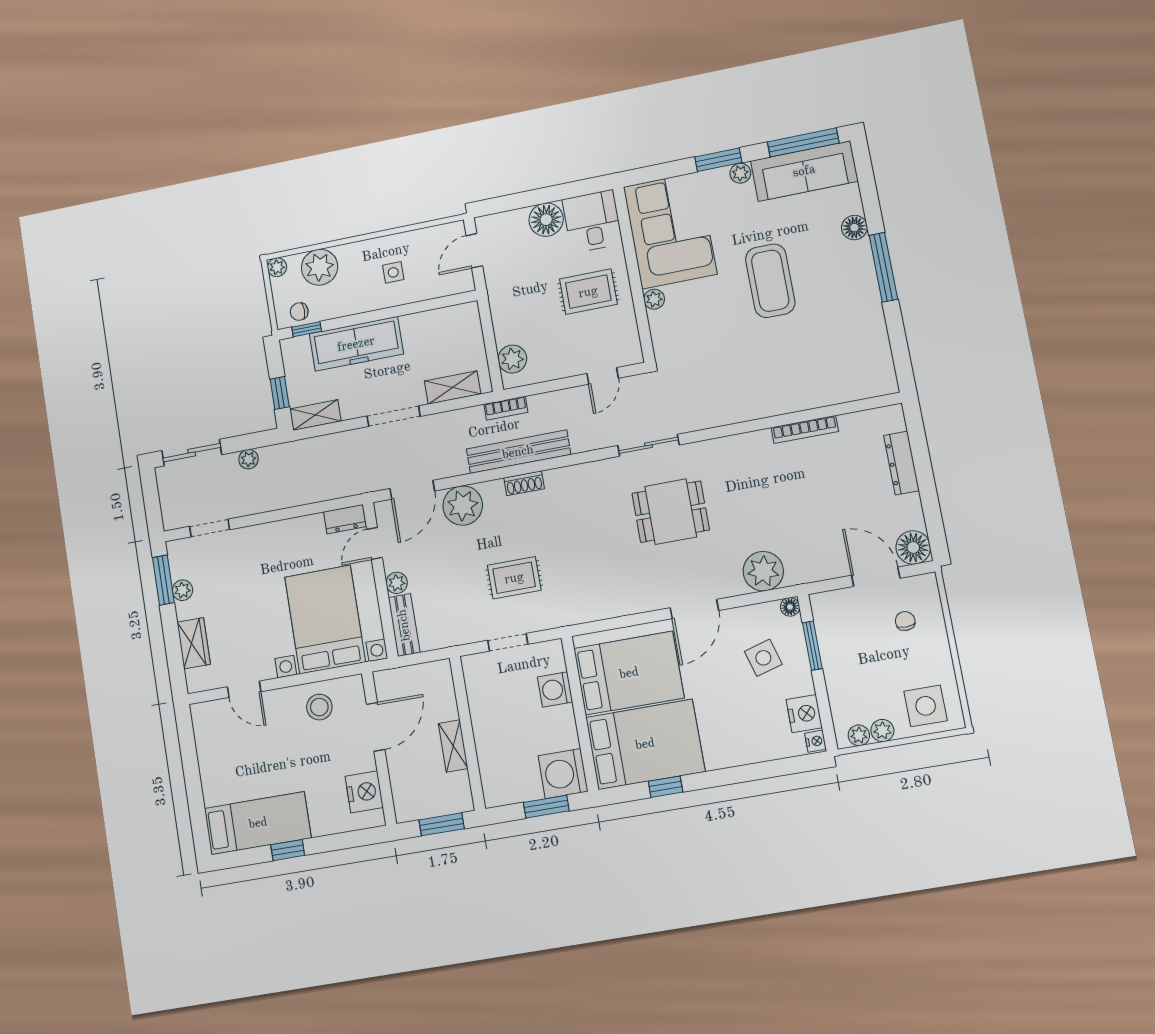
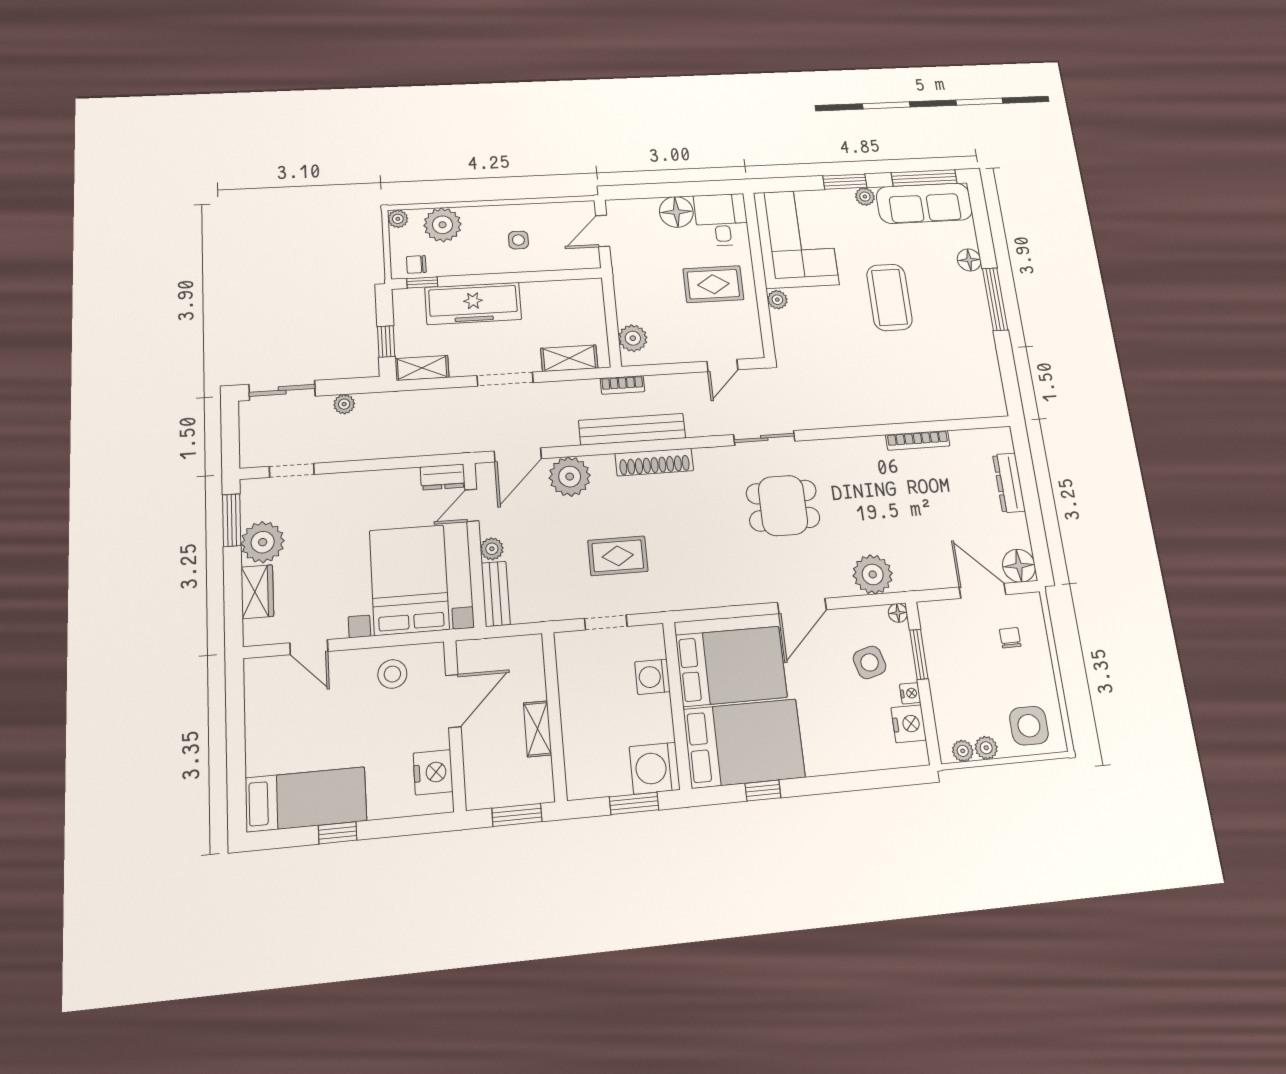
shoe rack: (524, 483) -> (654, 462), width x1.94, depth x1.24
plant: (182, 590) -> (263, 542), width x1.87, depth x1.87
nightstand: (815, 741) -> (910, 693), moved

